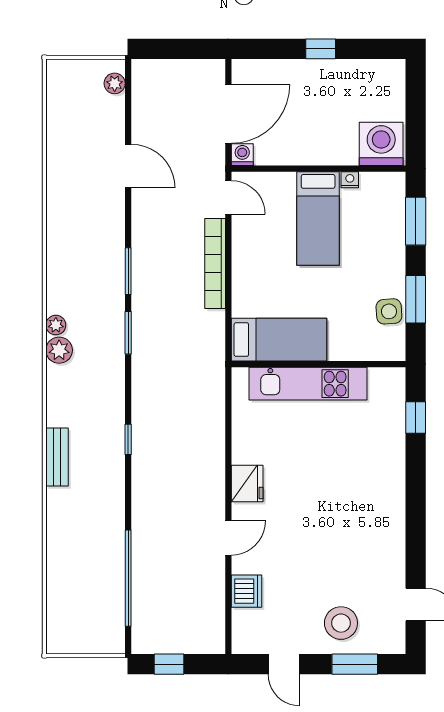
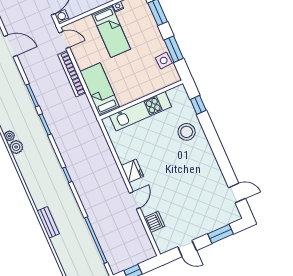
bed: (279, 340) -> (100, 90), moved, turned -90
bench: (57, 457) -> (48, 222), moved
stool: (341, 623) -> (187, 132), moved

